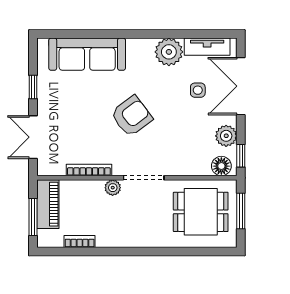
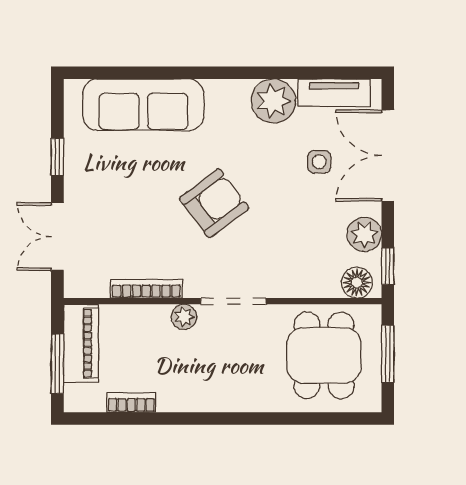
dining table: (201, 212) -> (324, 355), turned 90

